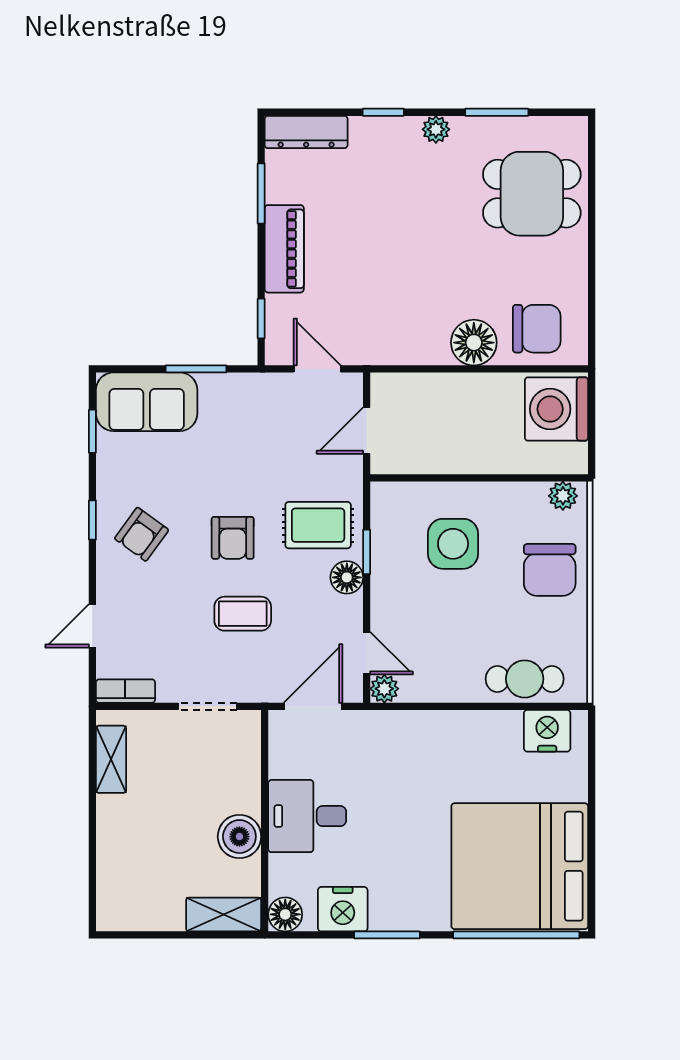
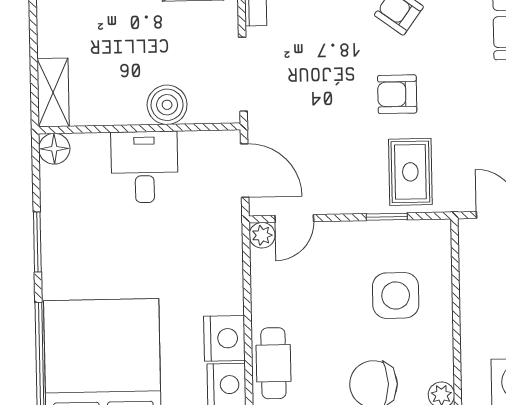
floor lamp: (347, 577) -> (363, 199), removed
coffee table: (243, 614) -> (328, 105), removed
doorway: (208, 706) -> (243, 74), width x1.38
boiler: (239, 837) -> (167, 105), moved
nightstand: (343, 909) -> (224, 338), moved, turned 180

